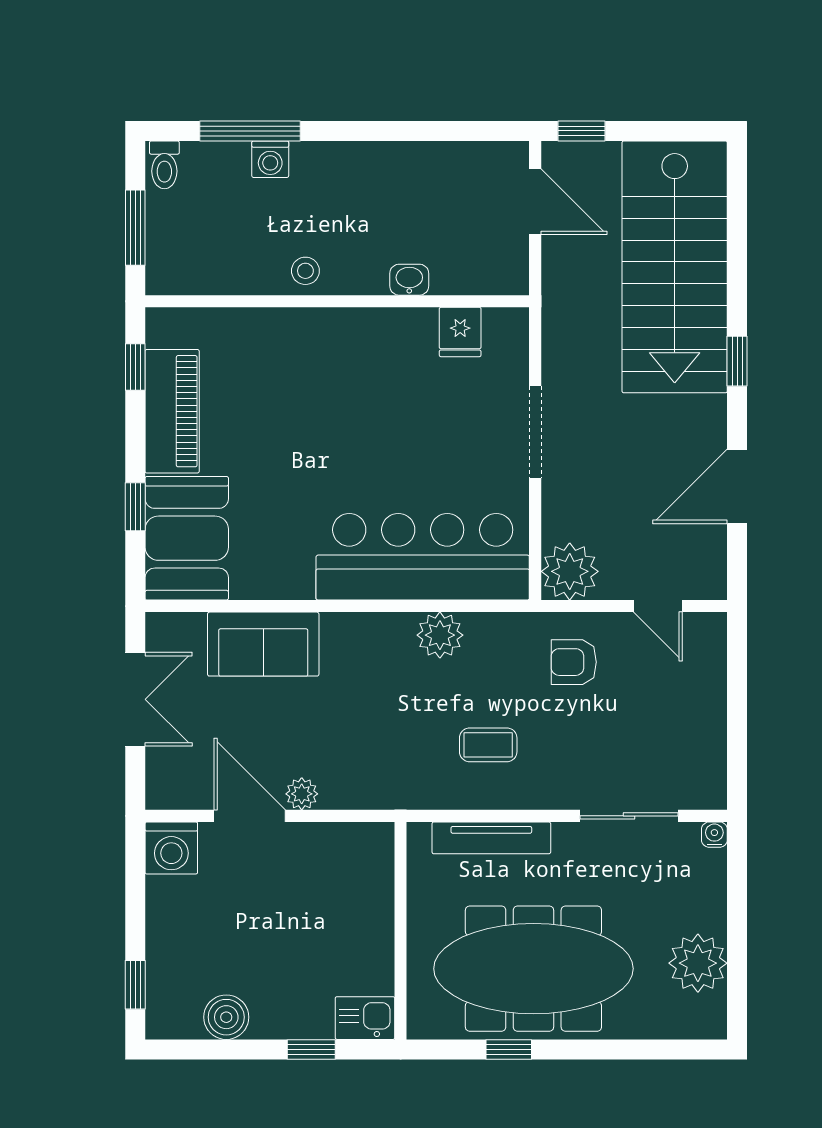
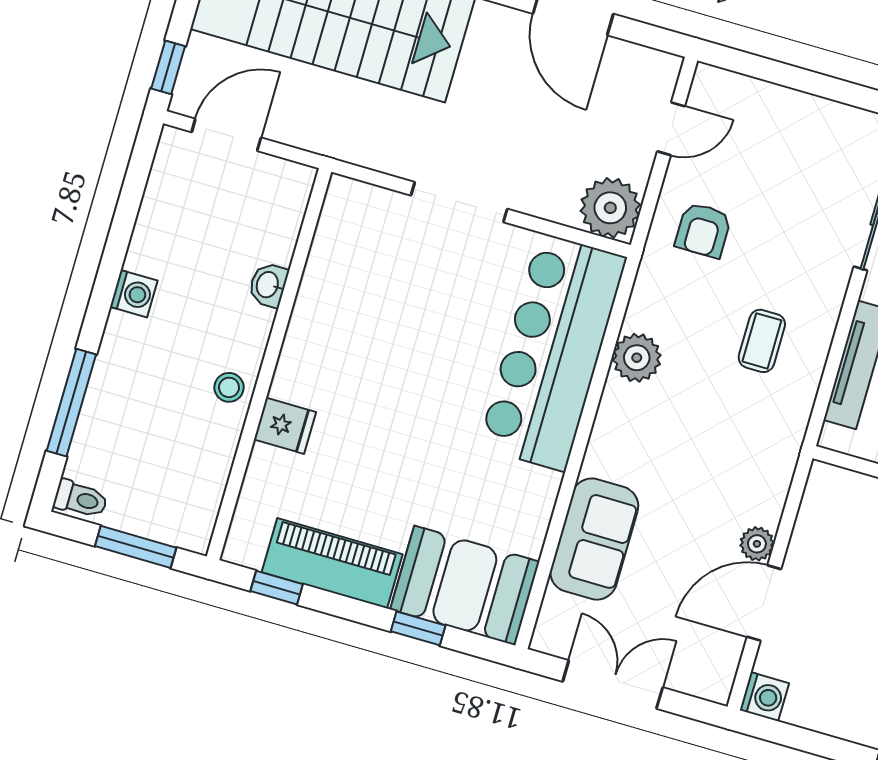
washing machine: (270, 159) -> (134, 294), moved
fridge: (460, 332) -> (285, 426), moved
washing machine: (171, 848) -> (764, 697), width x0.73, depth x0.73

